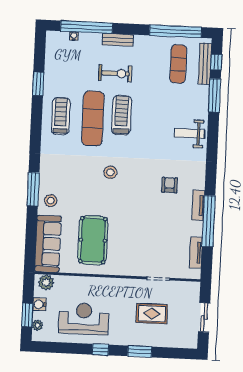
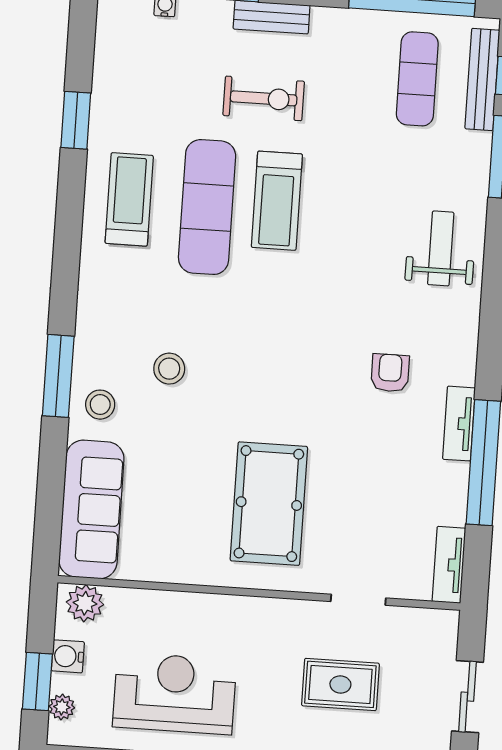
treadmill: (122, 115) -> (277, 201), turned 180
weight bench: (189, 133) -> (441, 248), turned 90
stool: (110, 172) -> (169, 369), moved
pool table: (93, 240) -> (269, 504), moved
tv unit: (196, 253) -> (449, 565), moved

